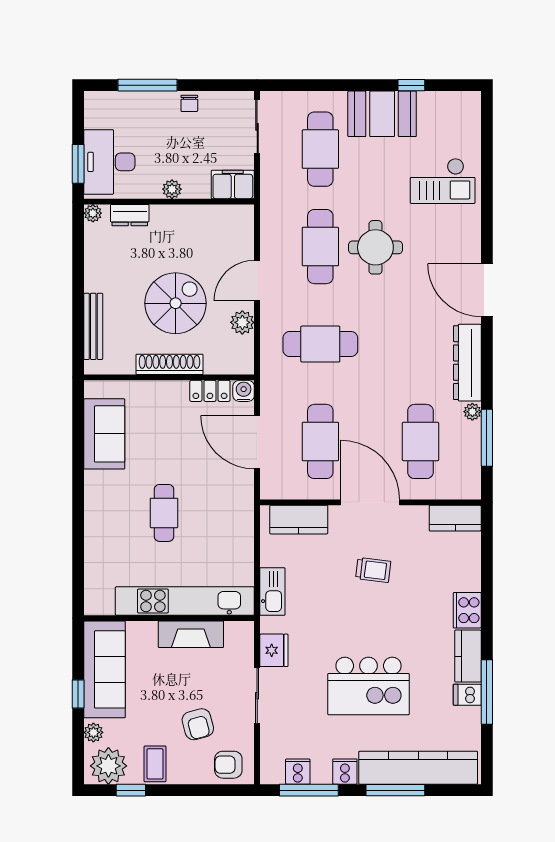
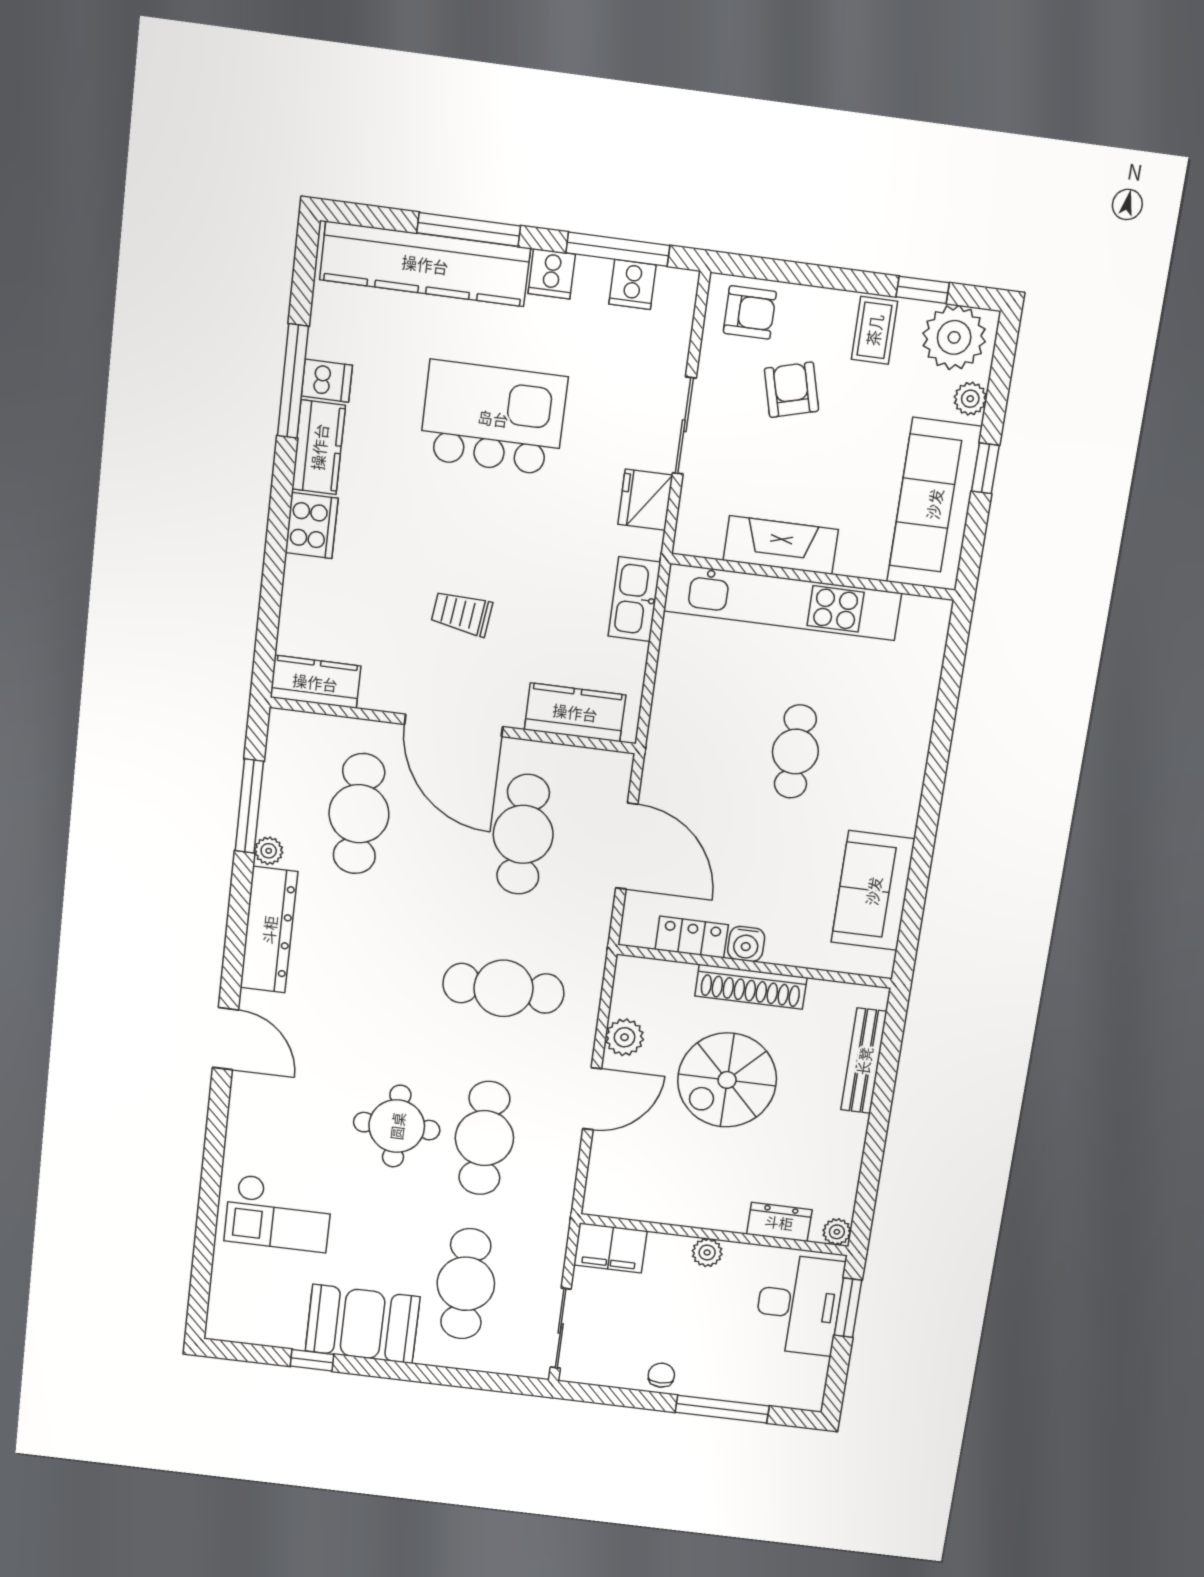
checkout: (443, 181) -> (278, 1213), turned 180
door: (487, 290) -> (225, 1039), width x0.73
water cooler: (244, 391) -> (746, 944), moved

